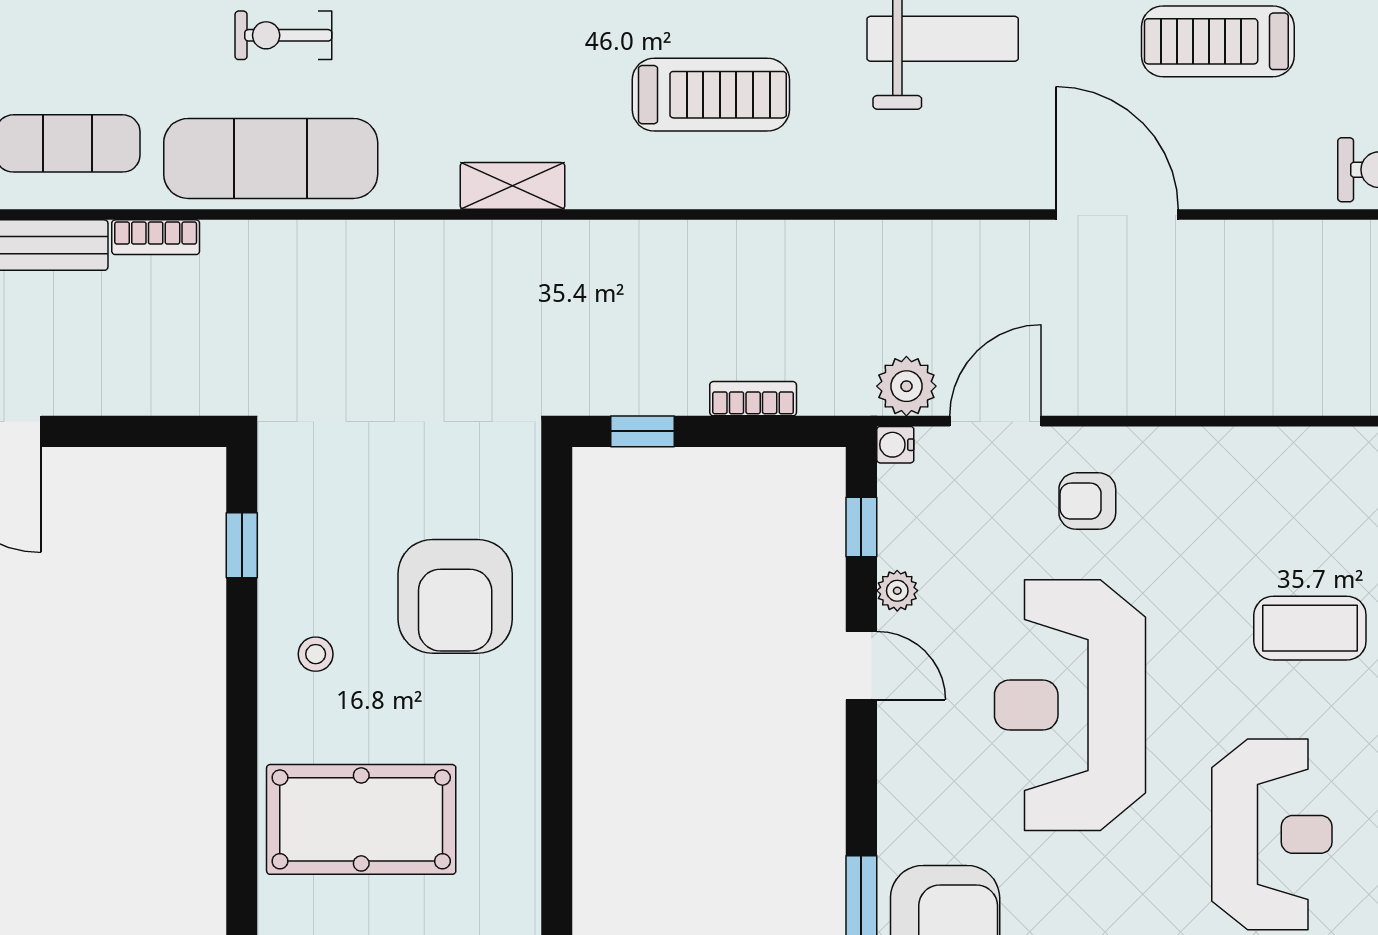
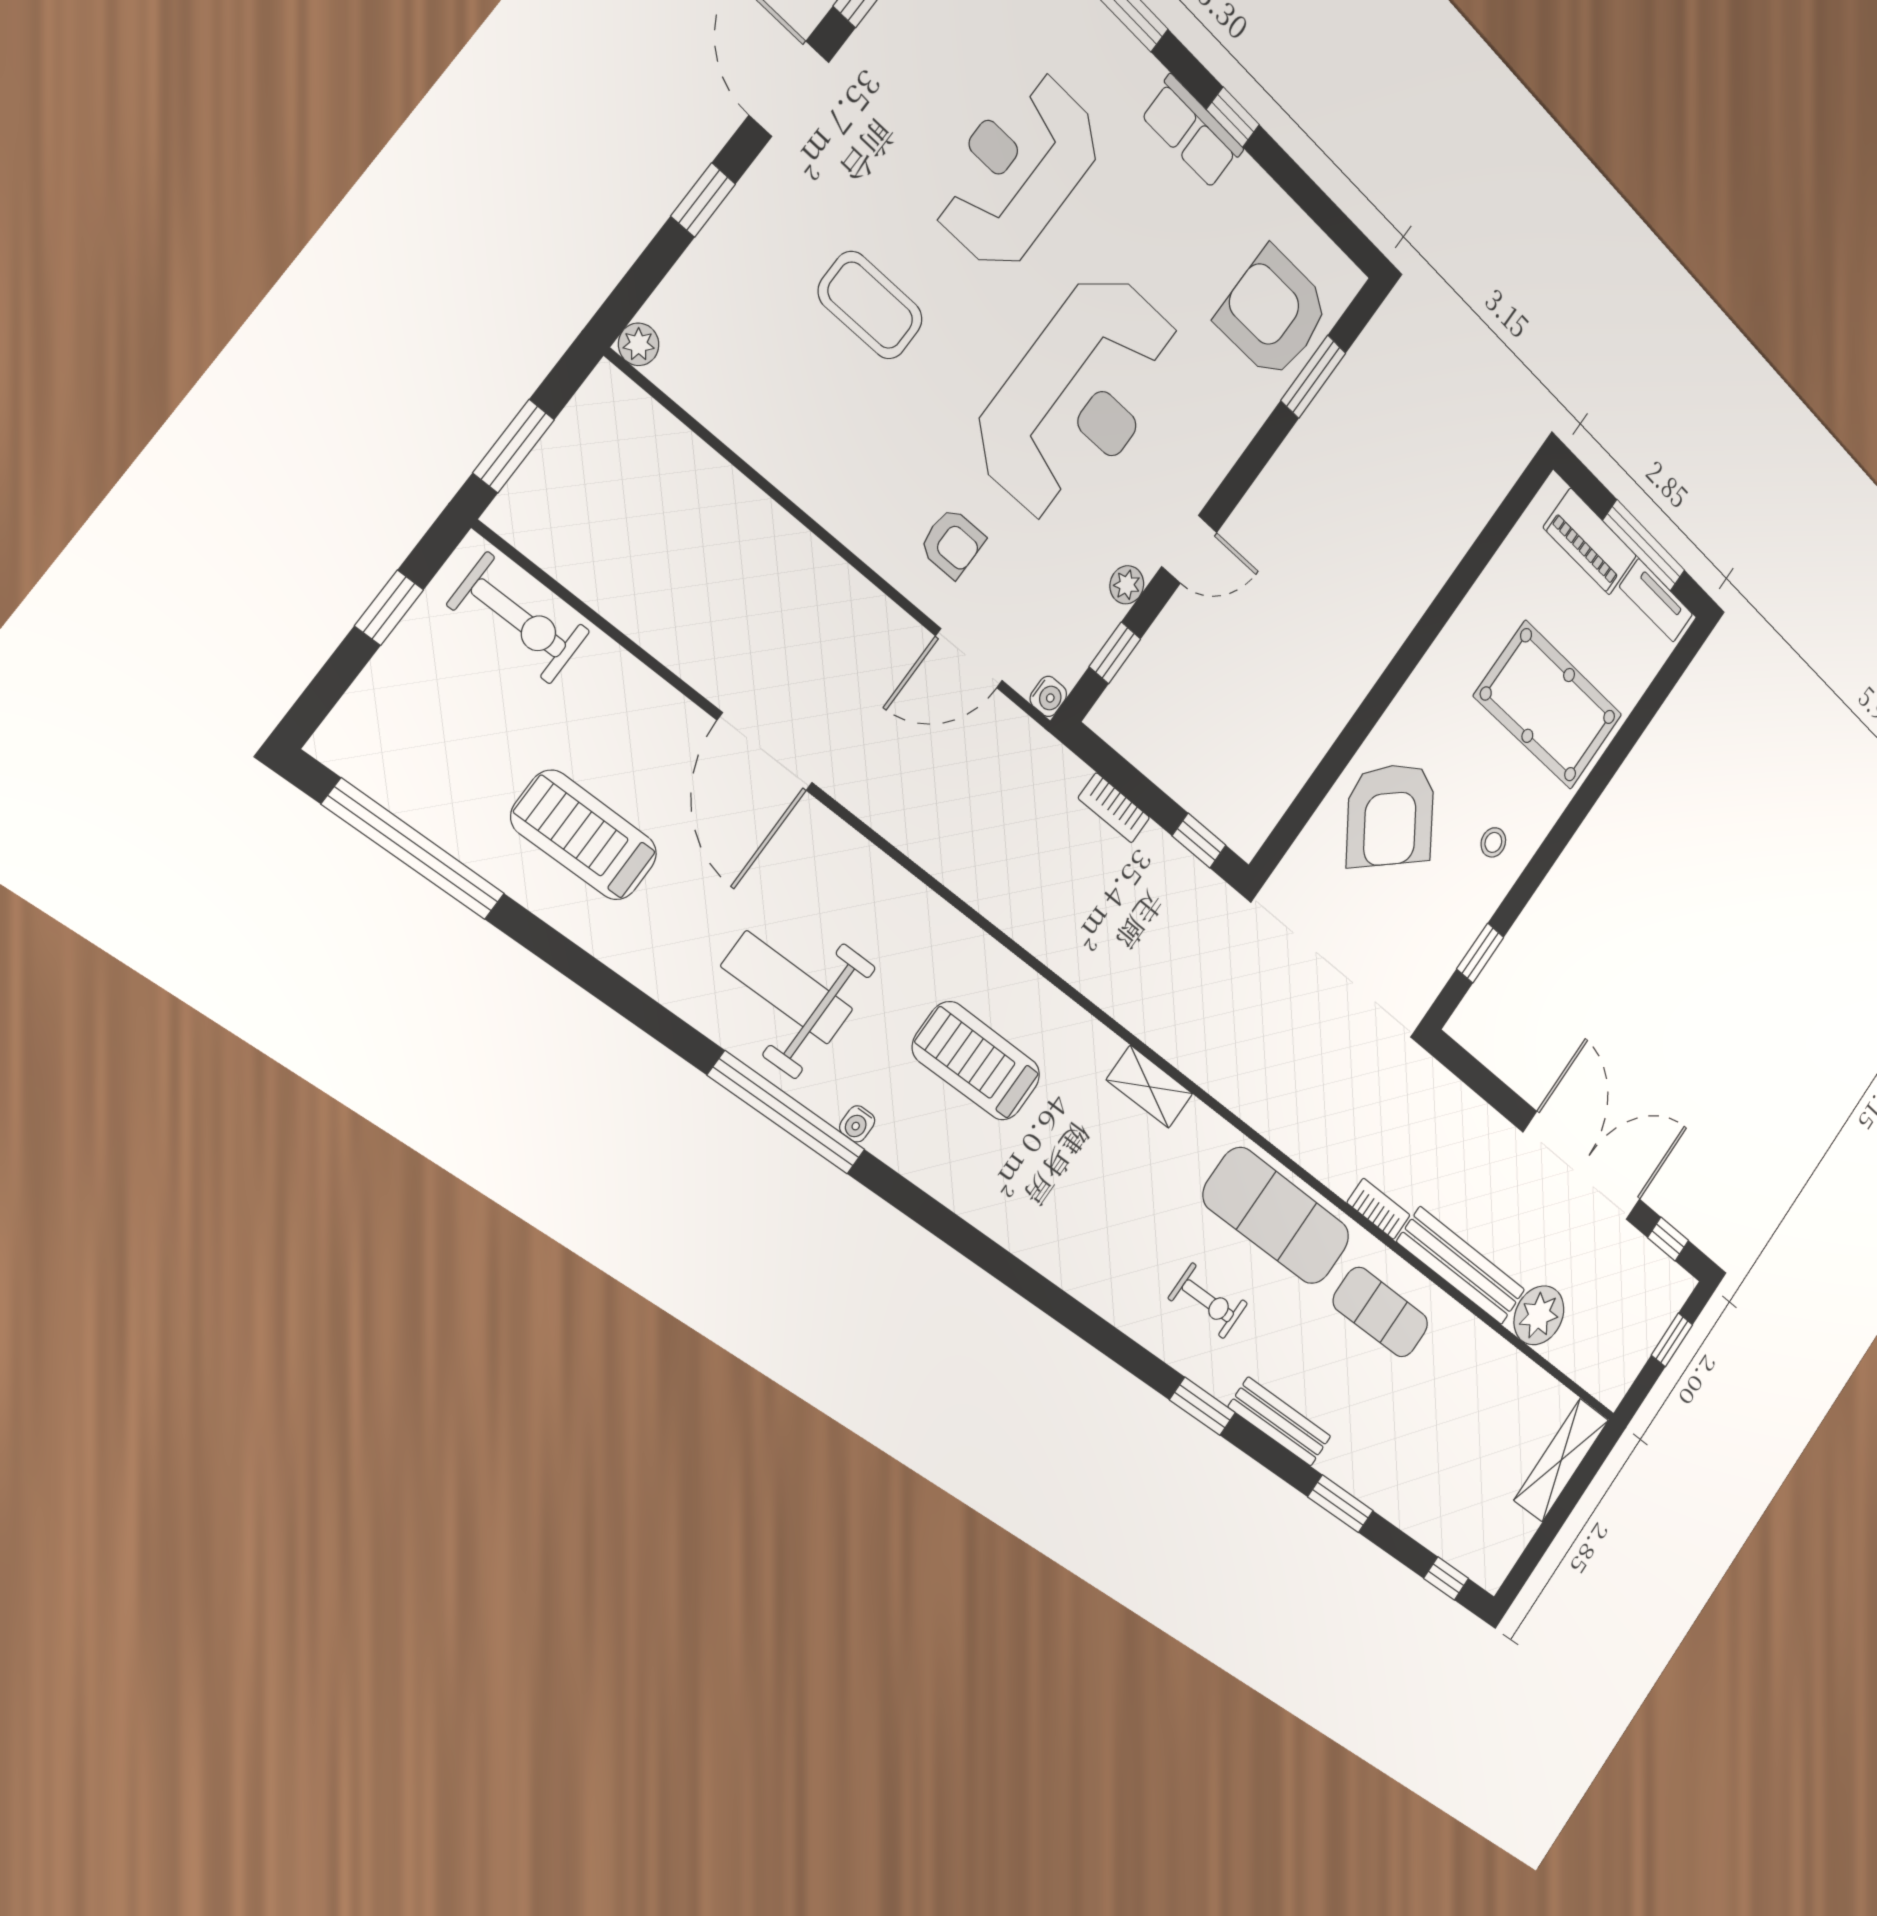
treadmill: (1218, 41) -> (584, 835), turned 180
plant: (906, 386) -> (1009, 735), removed
armchair: (455, 596) -> (1390, 815), turned 141
door: (861, 666) -> (1189, 549), swing flipped

